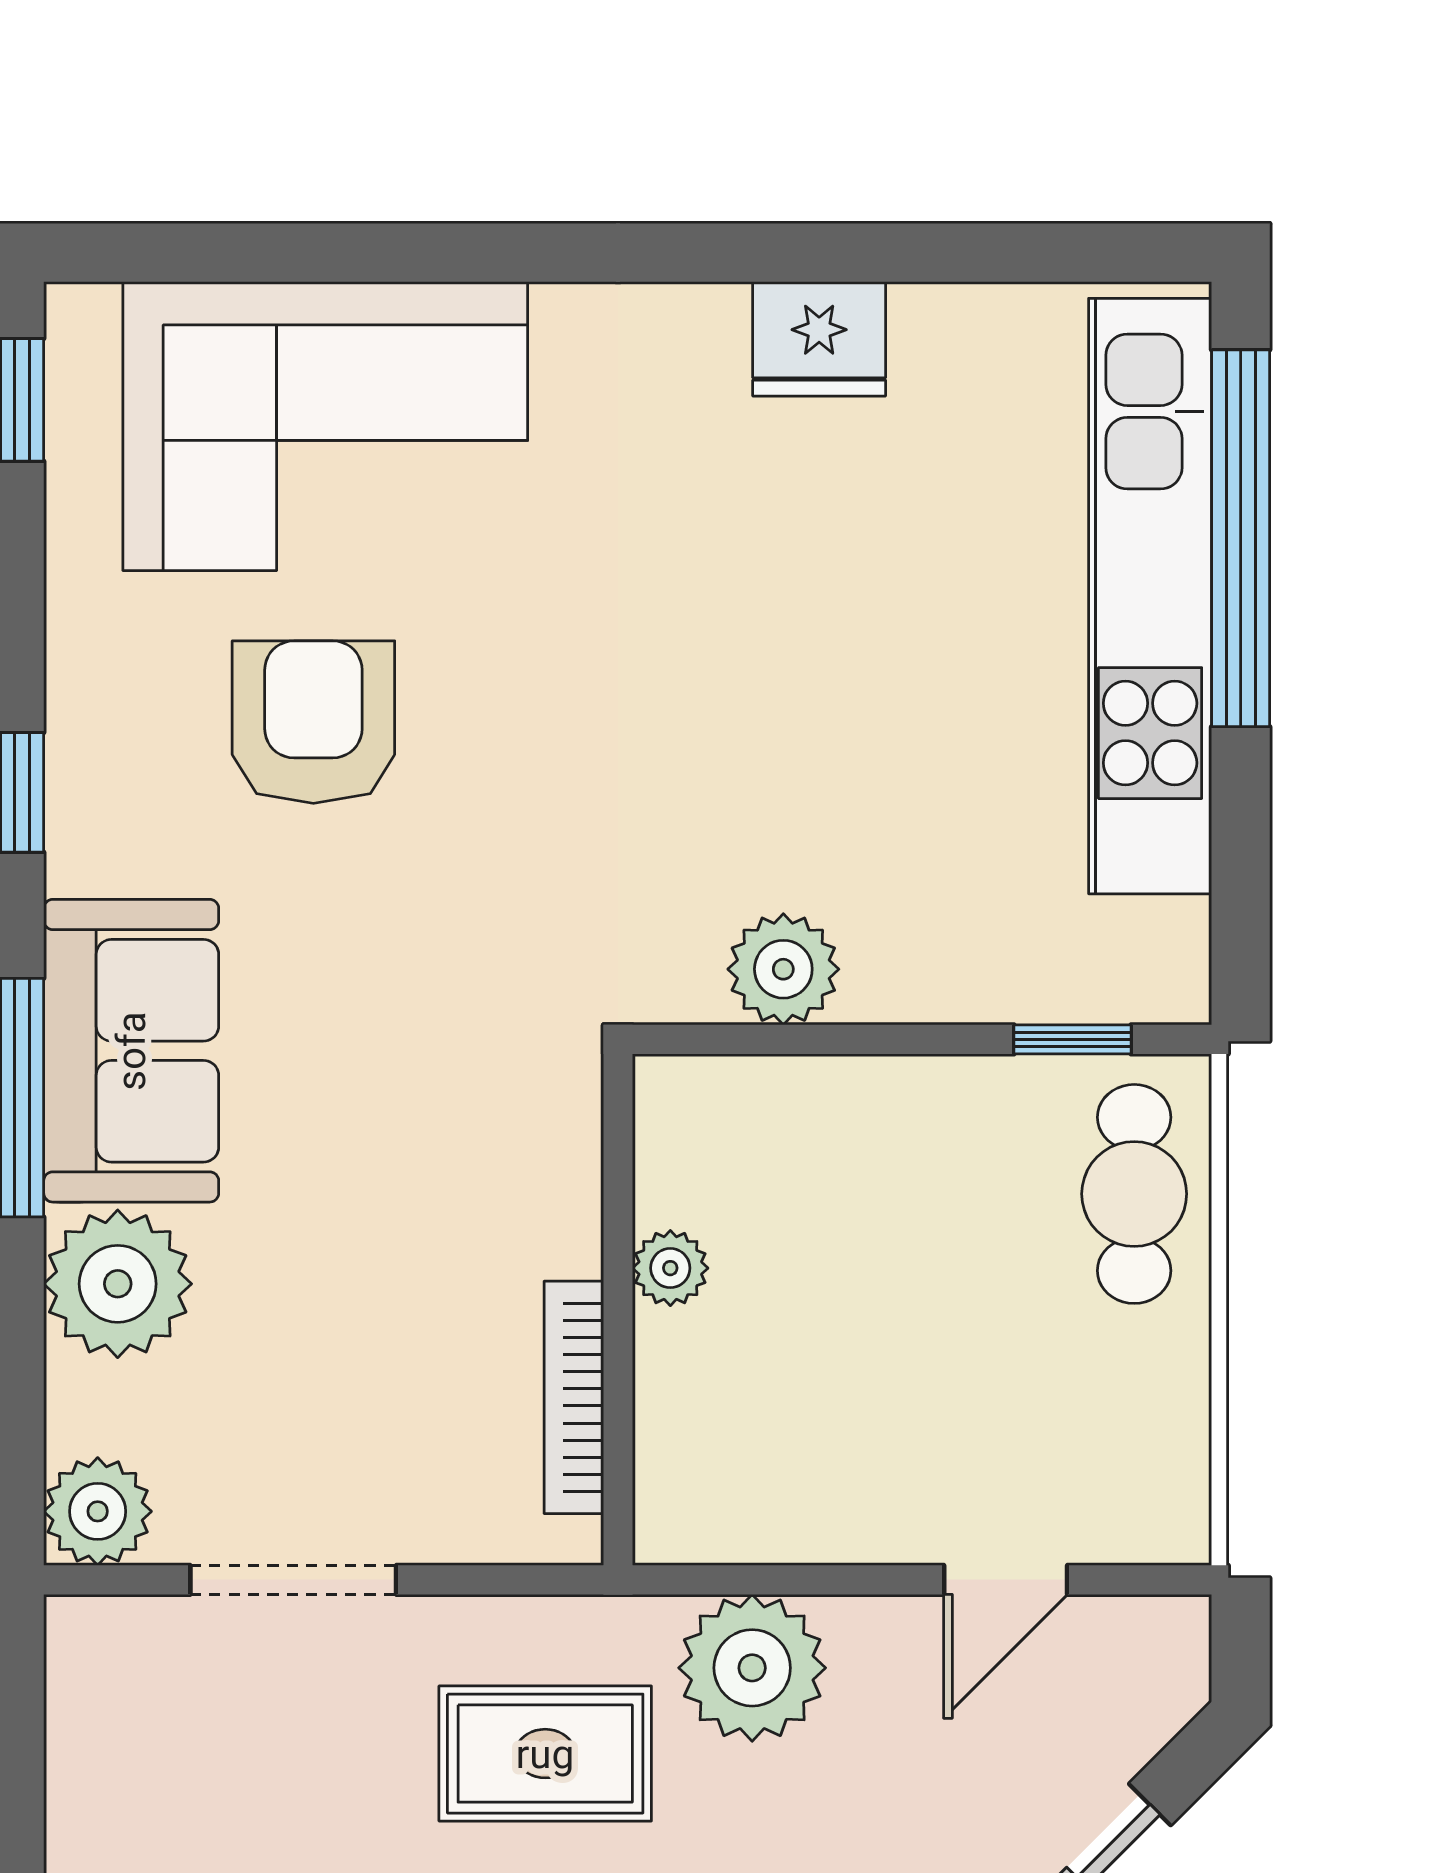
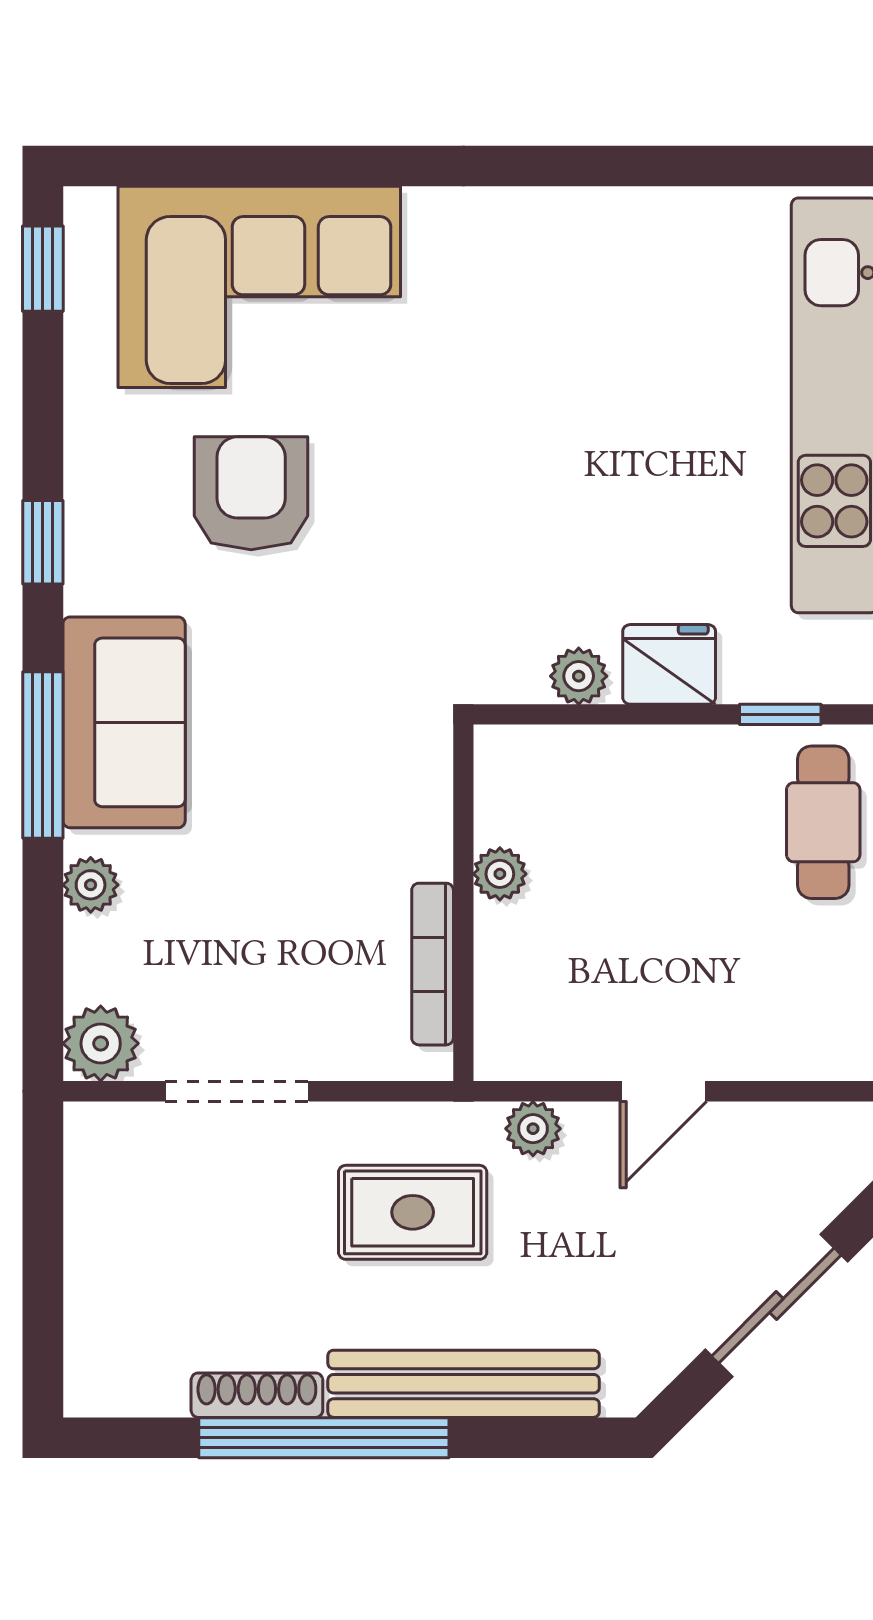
fridge: (819, 339) -> (669, 664), moved, turned 180
plant: (783, 969) -> (579, 676), width x0.73, depth x0.73
plant: (118, 1284) -> (91, 885), width x0.53, depth x0.53
door: (1006, 1580) -> (663, 1091), moved
plant: (752, 1668) -> (533, 1129), width x0.53, depth x0.53

